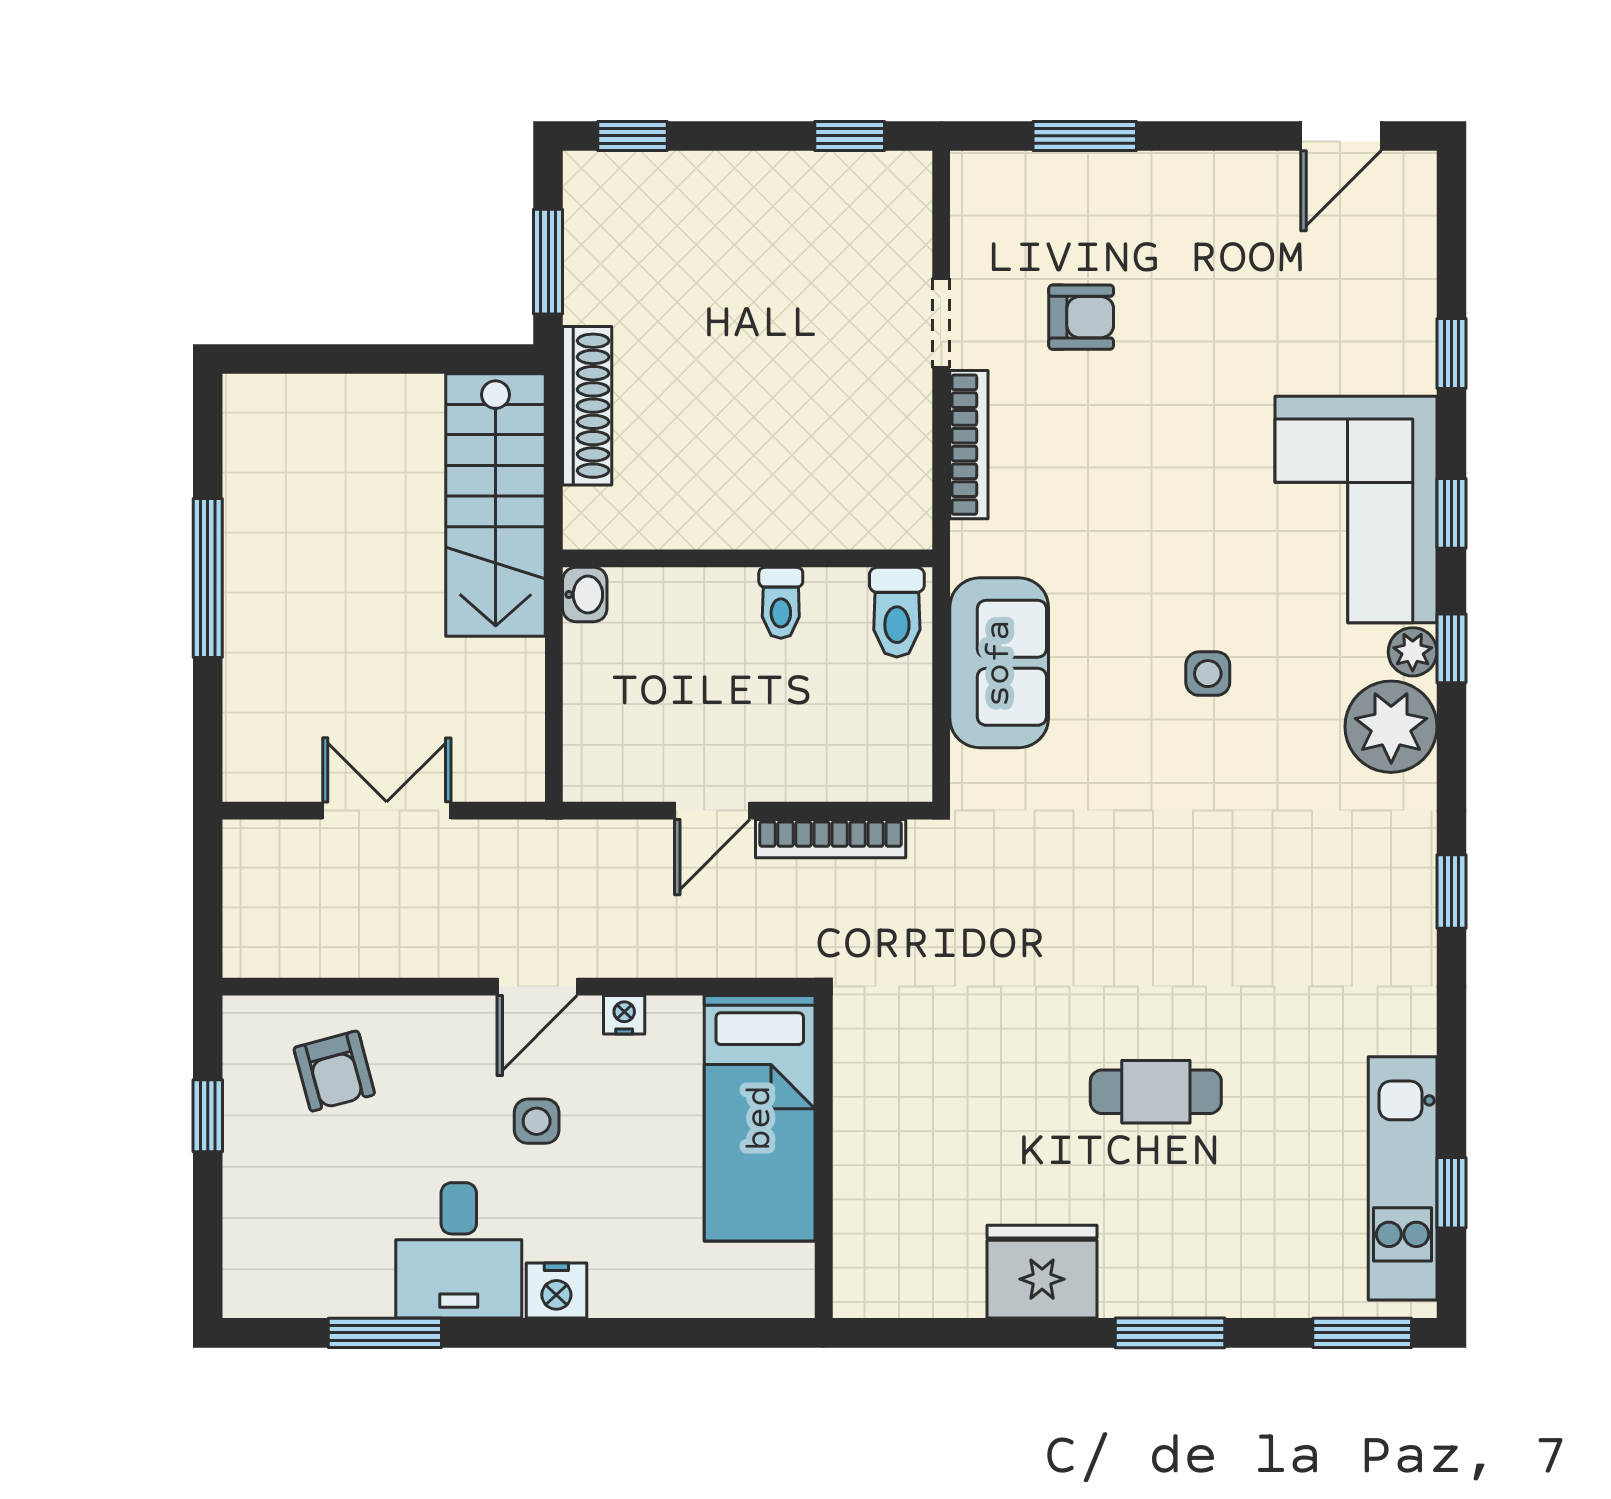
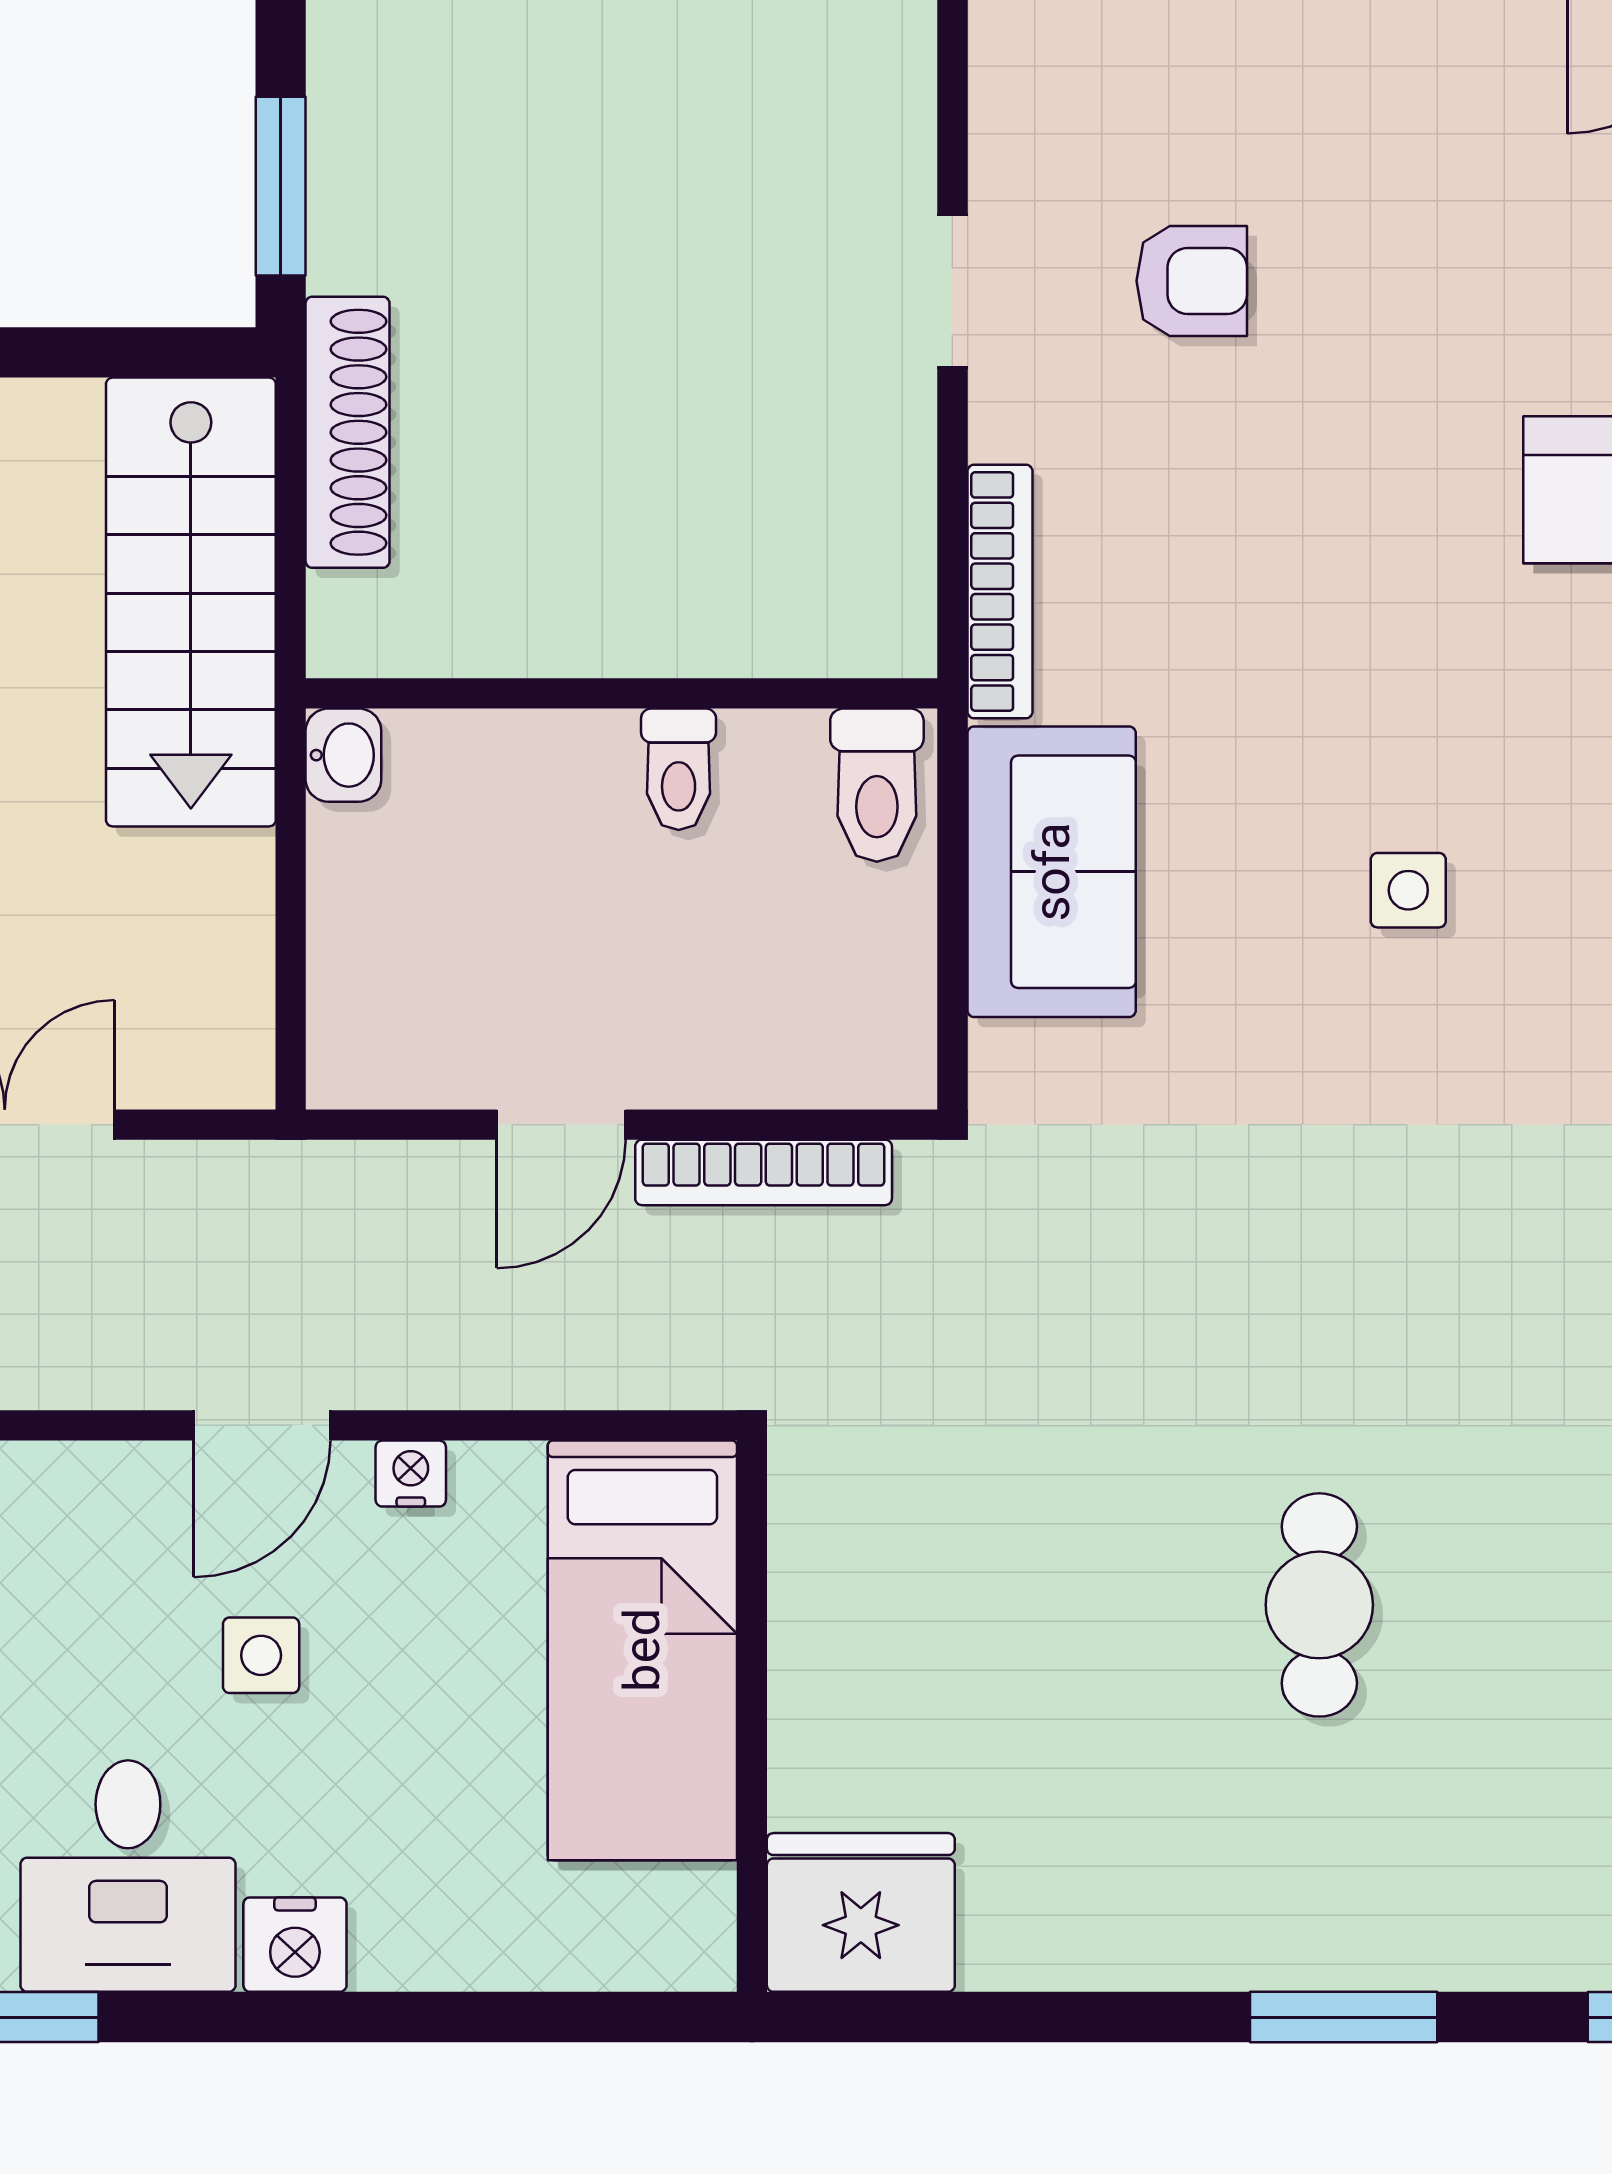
bookcase: (969, 445) -> (1000, 592), moved
cafe table: (1156, 1092) -> (1319, 1605), turned 90
fridge: (1042, 1272) -> (861, 1912), moved

